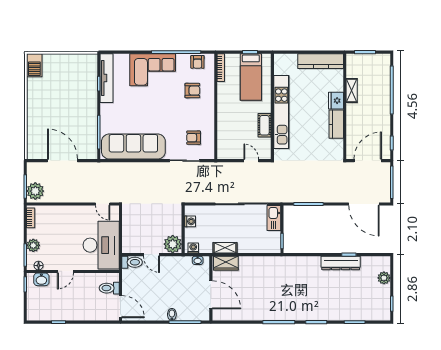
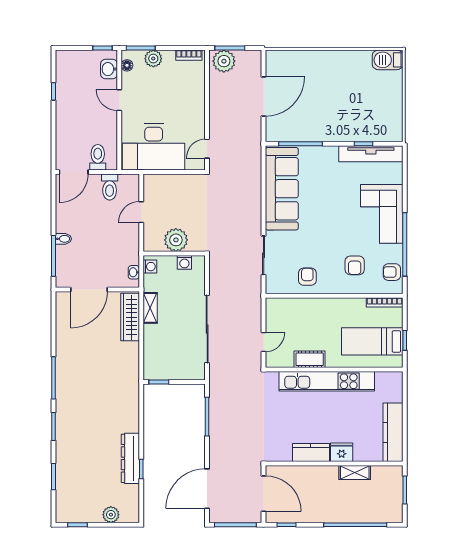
armchair: (194, 138) -> (307, 277), moved
kitchen sink: (274, 218) -> (189, 371), removed
plant: (173, 244) -> (176, 240), moved
toilet: (132, 262) -> (110, 187), moved
wardrobe: (226, 263) -> (130, 317), width x1.50

